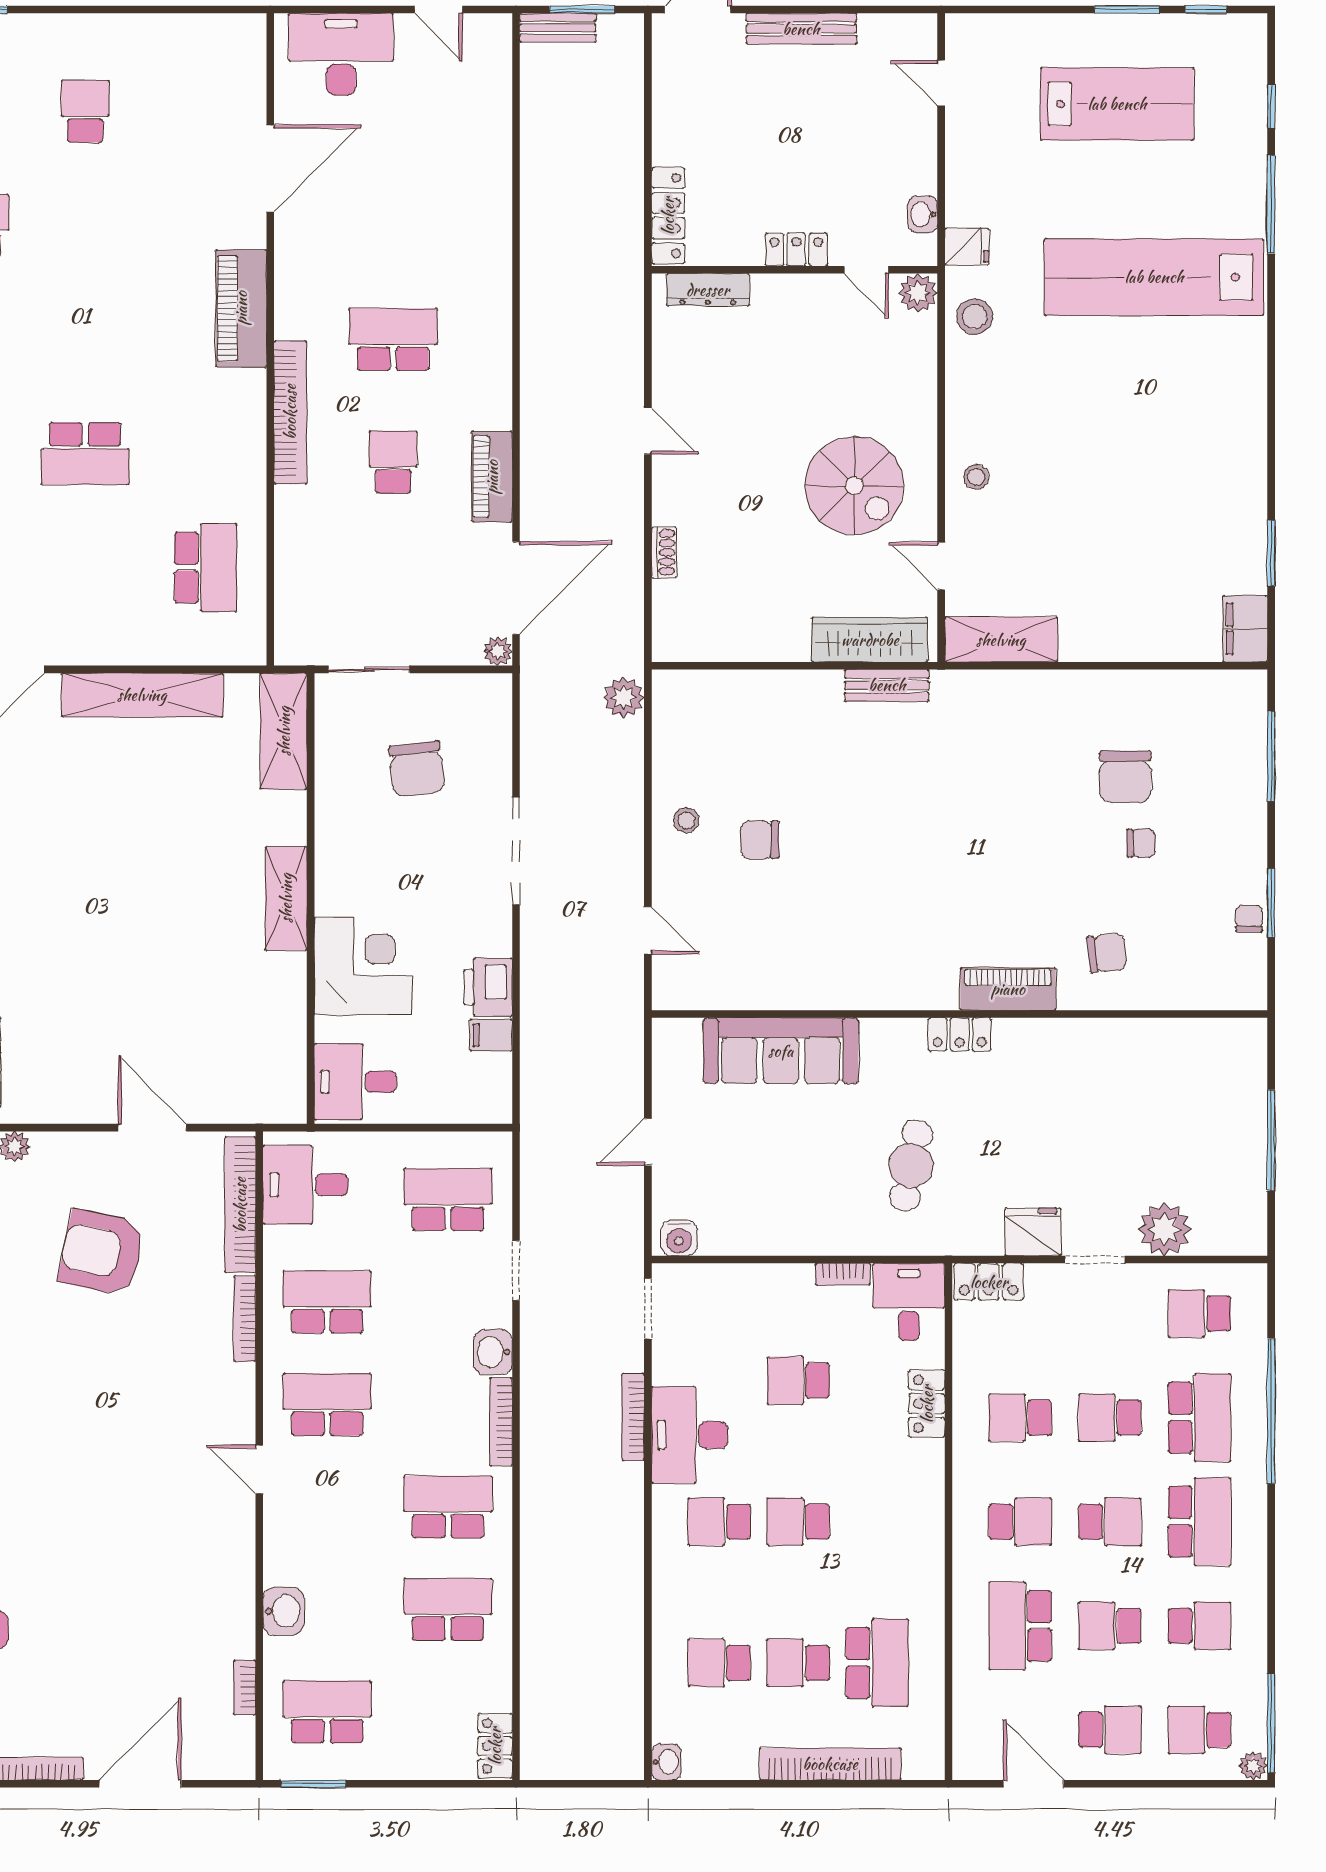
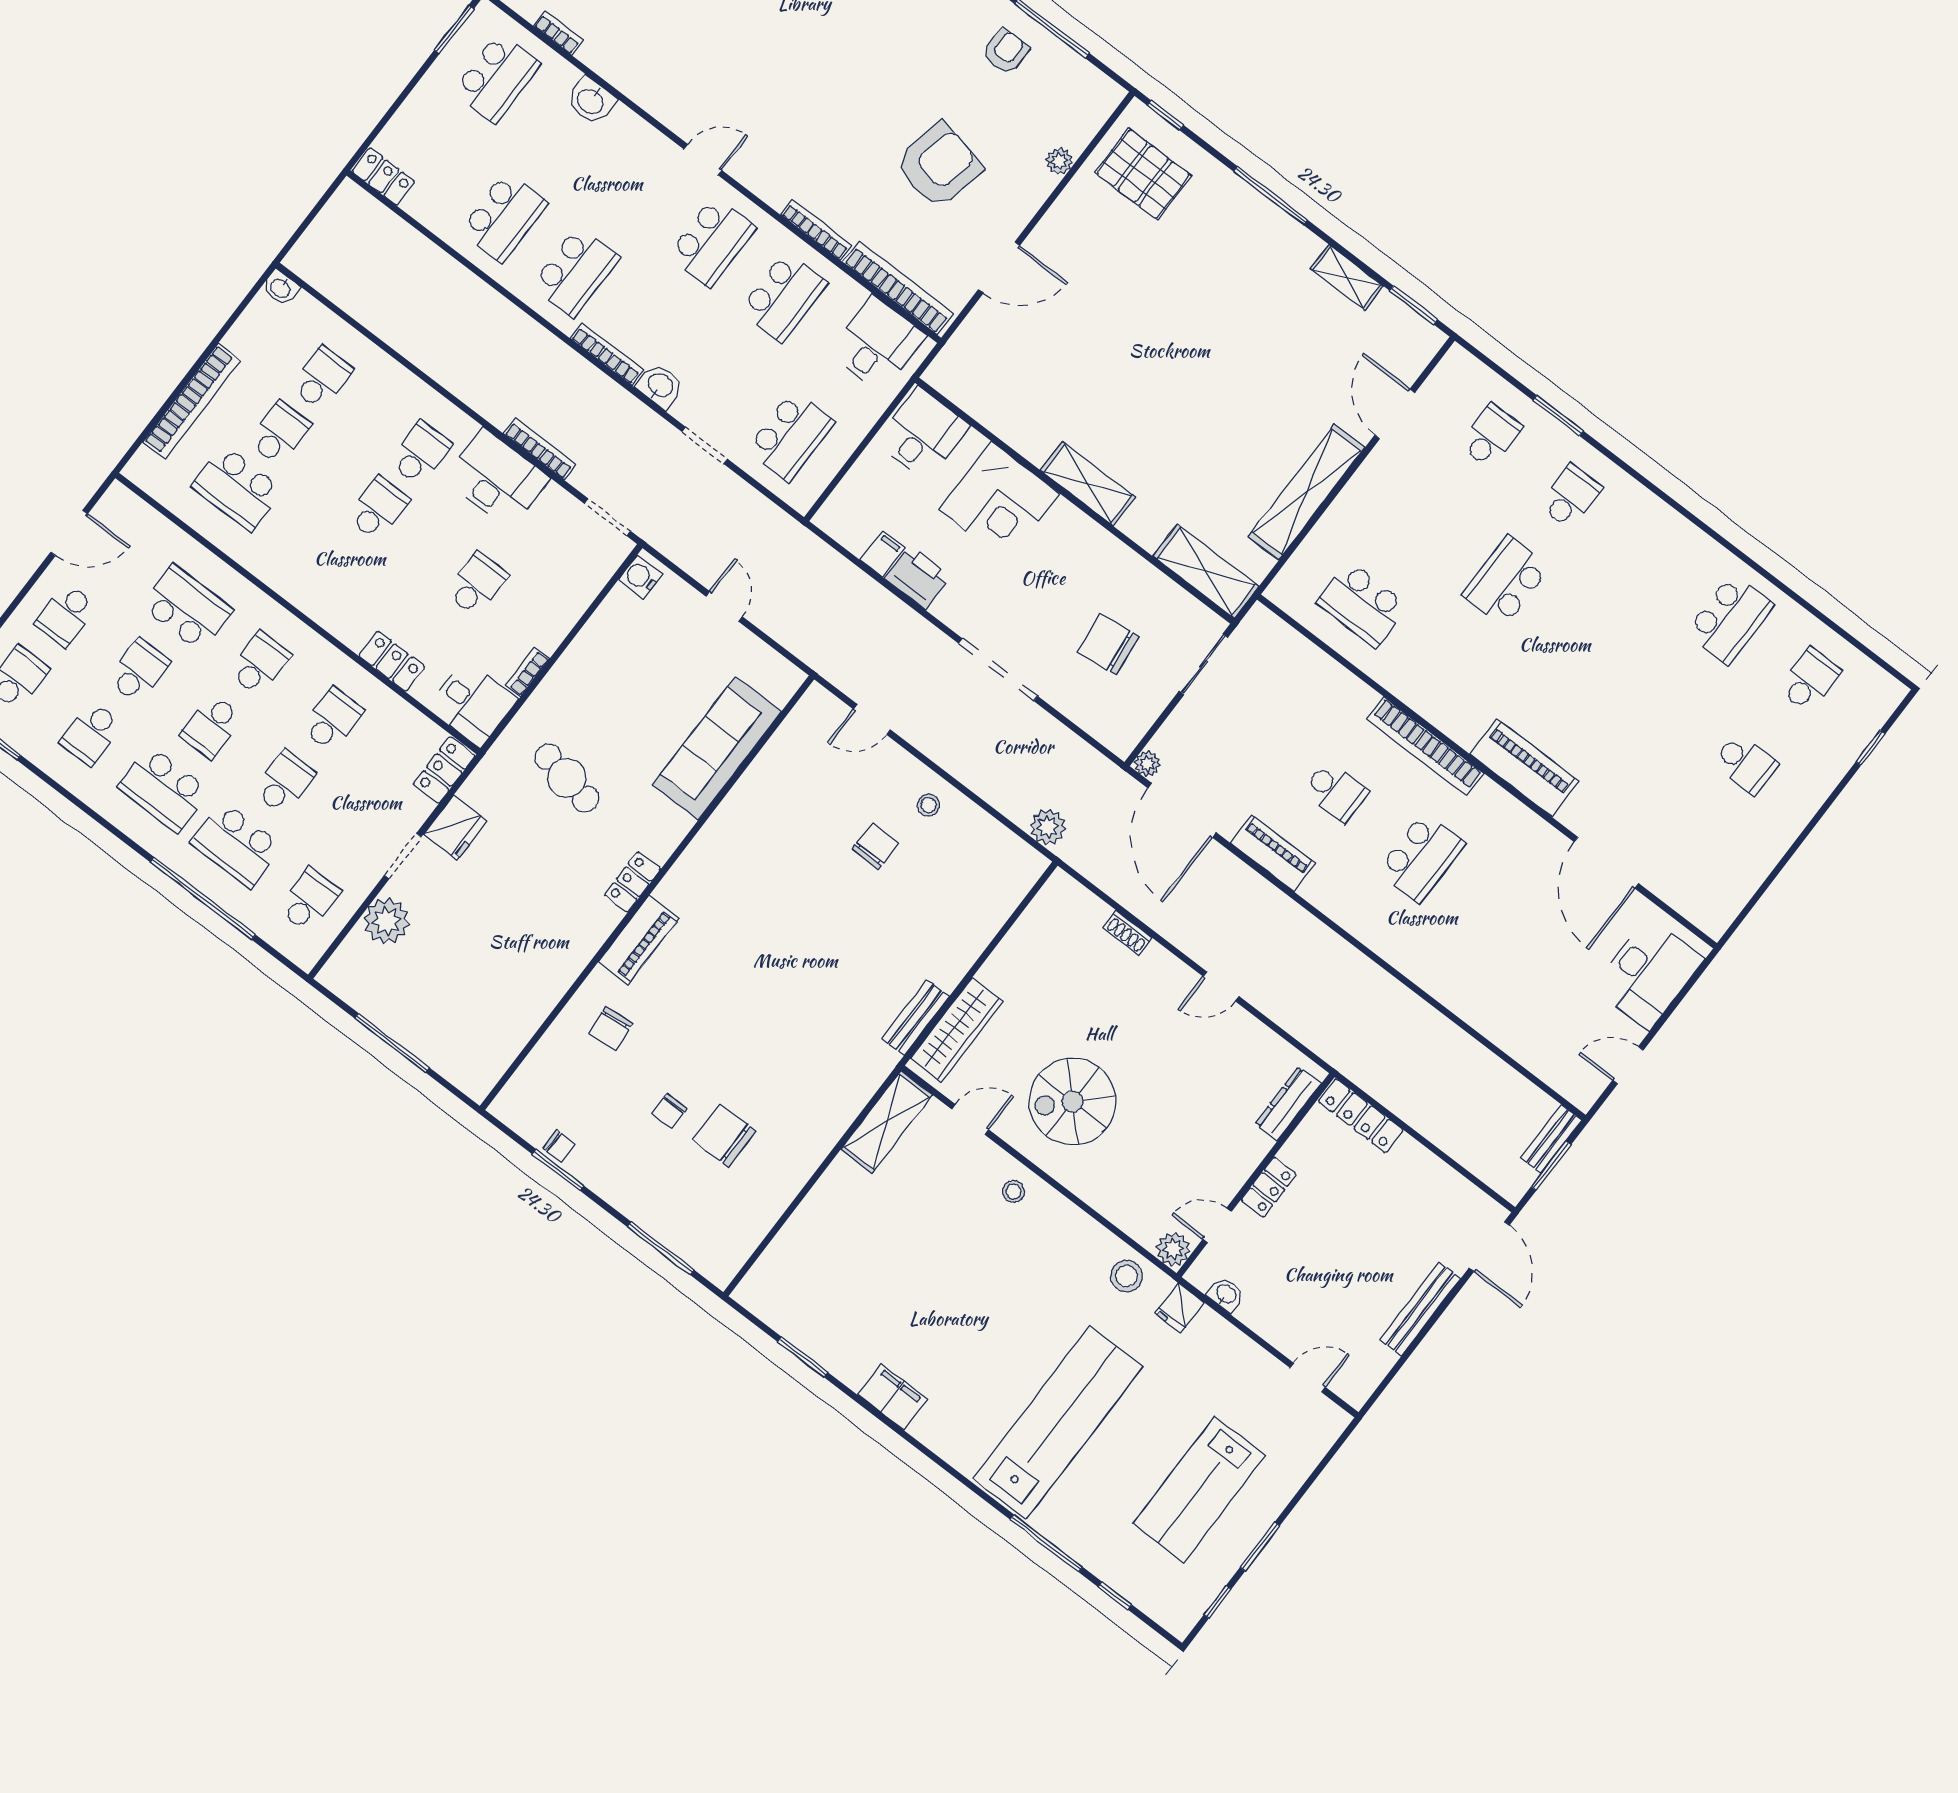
filing cabinet: (1245, 629) -> (892, 1397), moved
school desk: (1020, 1522) -> (260, 664), turned 180

